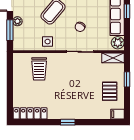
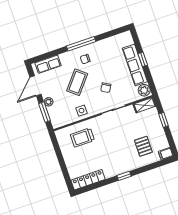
trolley: (39, 69) -> (82, 137), turned 90
pallet: (110, 91) -> (143, 146), moved

